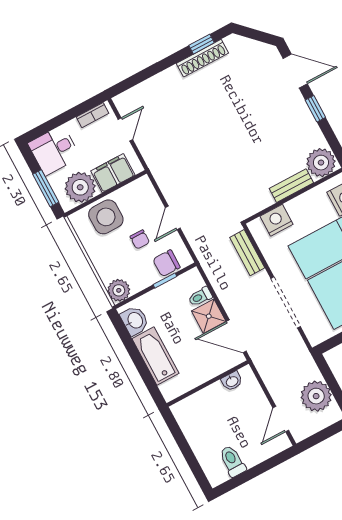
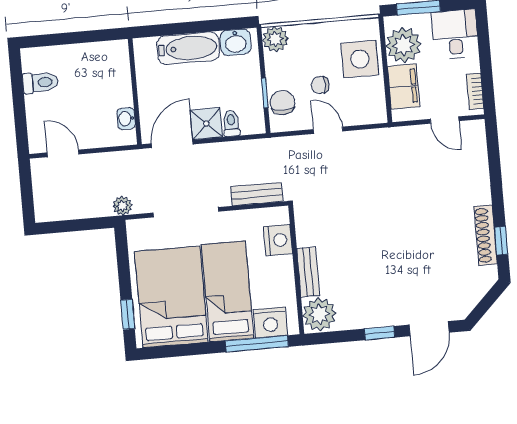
plant: (316, 396) -> (122, 206), moved, width x0.53, depth x0.53

